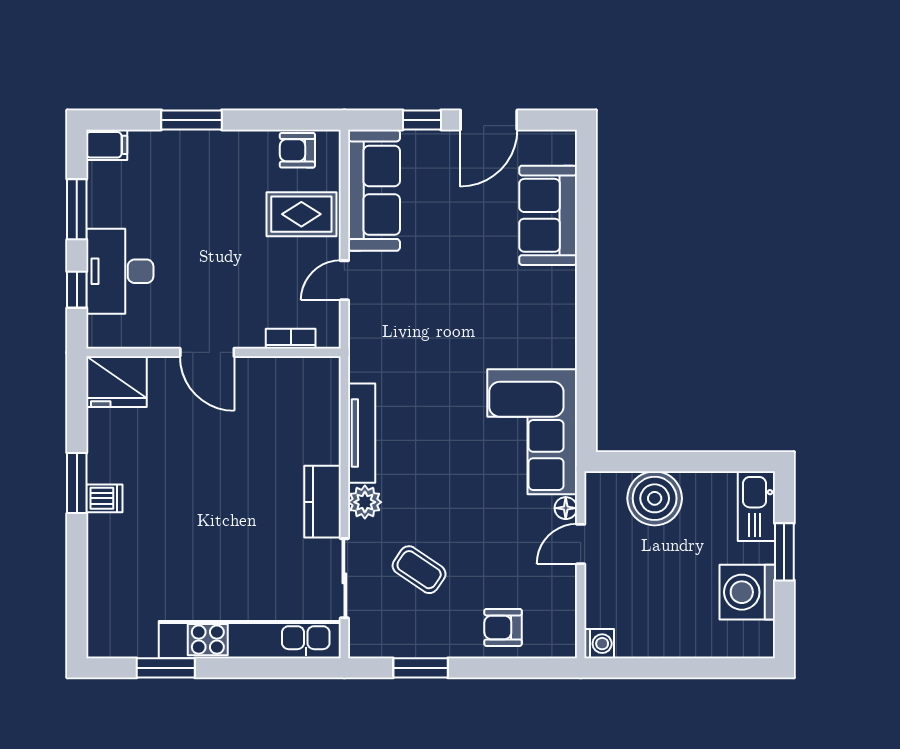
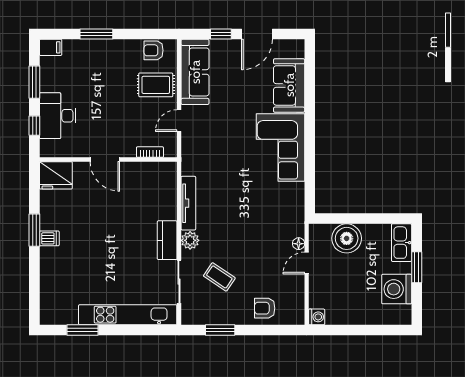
corner sofa: (532, 432) -> (280, 148), moved

